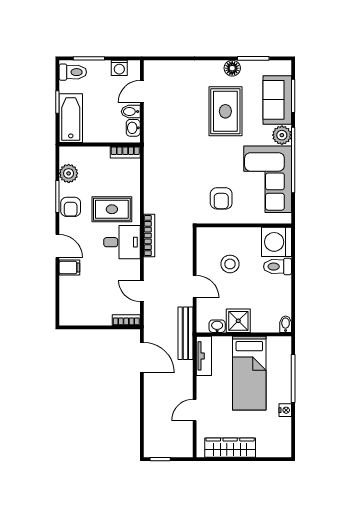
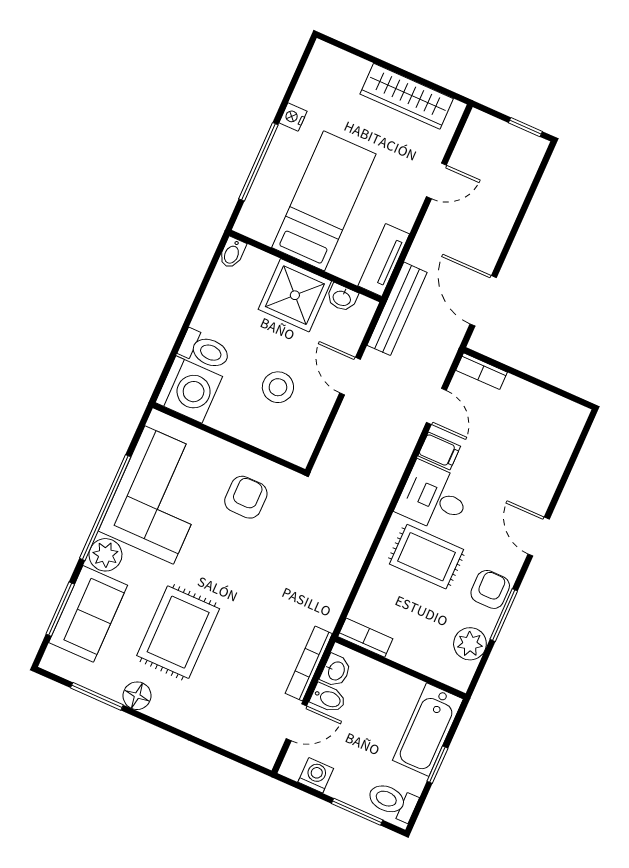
bookcase: (149, 235) -> (309, 664), moved
filing cabinet: (69, 268) -> (439, 451), moved, turned 180
shower: (238, 321) -> (295, 295), width x1.36, depth x1.36

